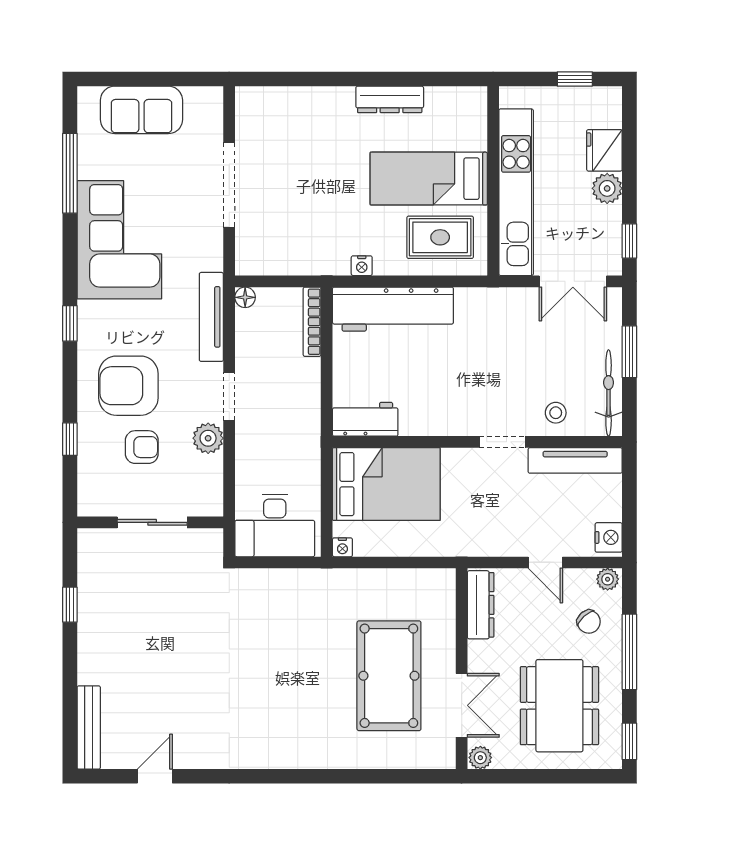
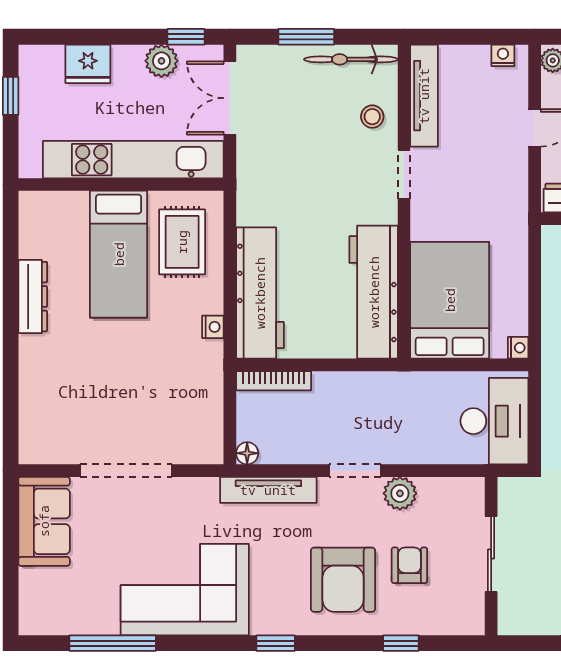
sofa: (141, 110) -> (44, 521), moved
plant: (607, 188) -> (161, 61), moved
double door: (573, 281) -> (230, 98), swing flipped
workbench: (365, 419) -> (374, 292), width x1.88, depth x1.32
nightstand: (609, 537) -> (503, 55), width x0.72, depth x0.74

